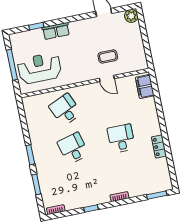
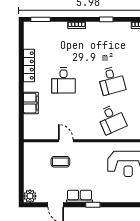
window: (36, 26) -> (93, 205), moved
row of seats: (56, 31) -> (79, 196), moved
filing cabinet: (145, 87) -> (31, 103), moved
locker: (159, 147) -> (29, 66), width x1.53

